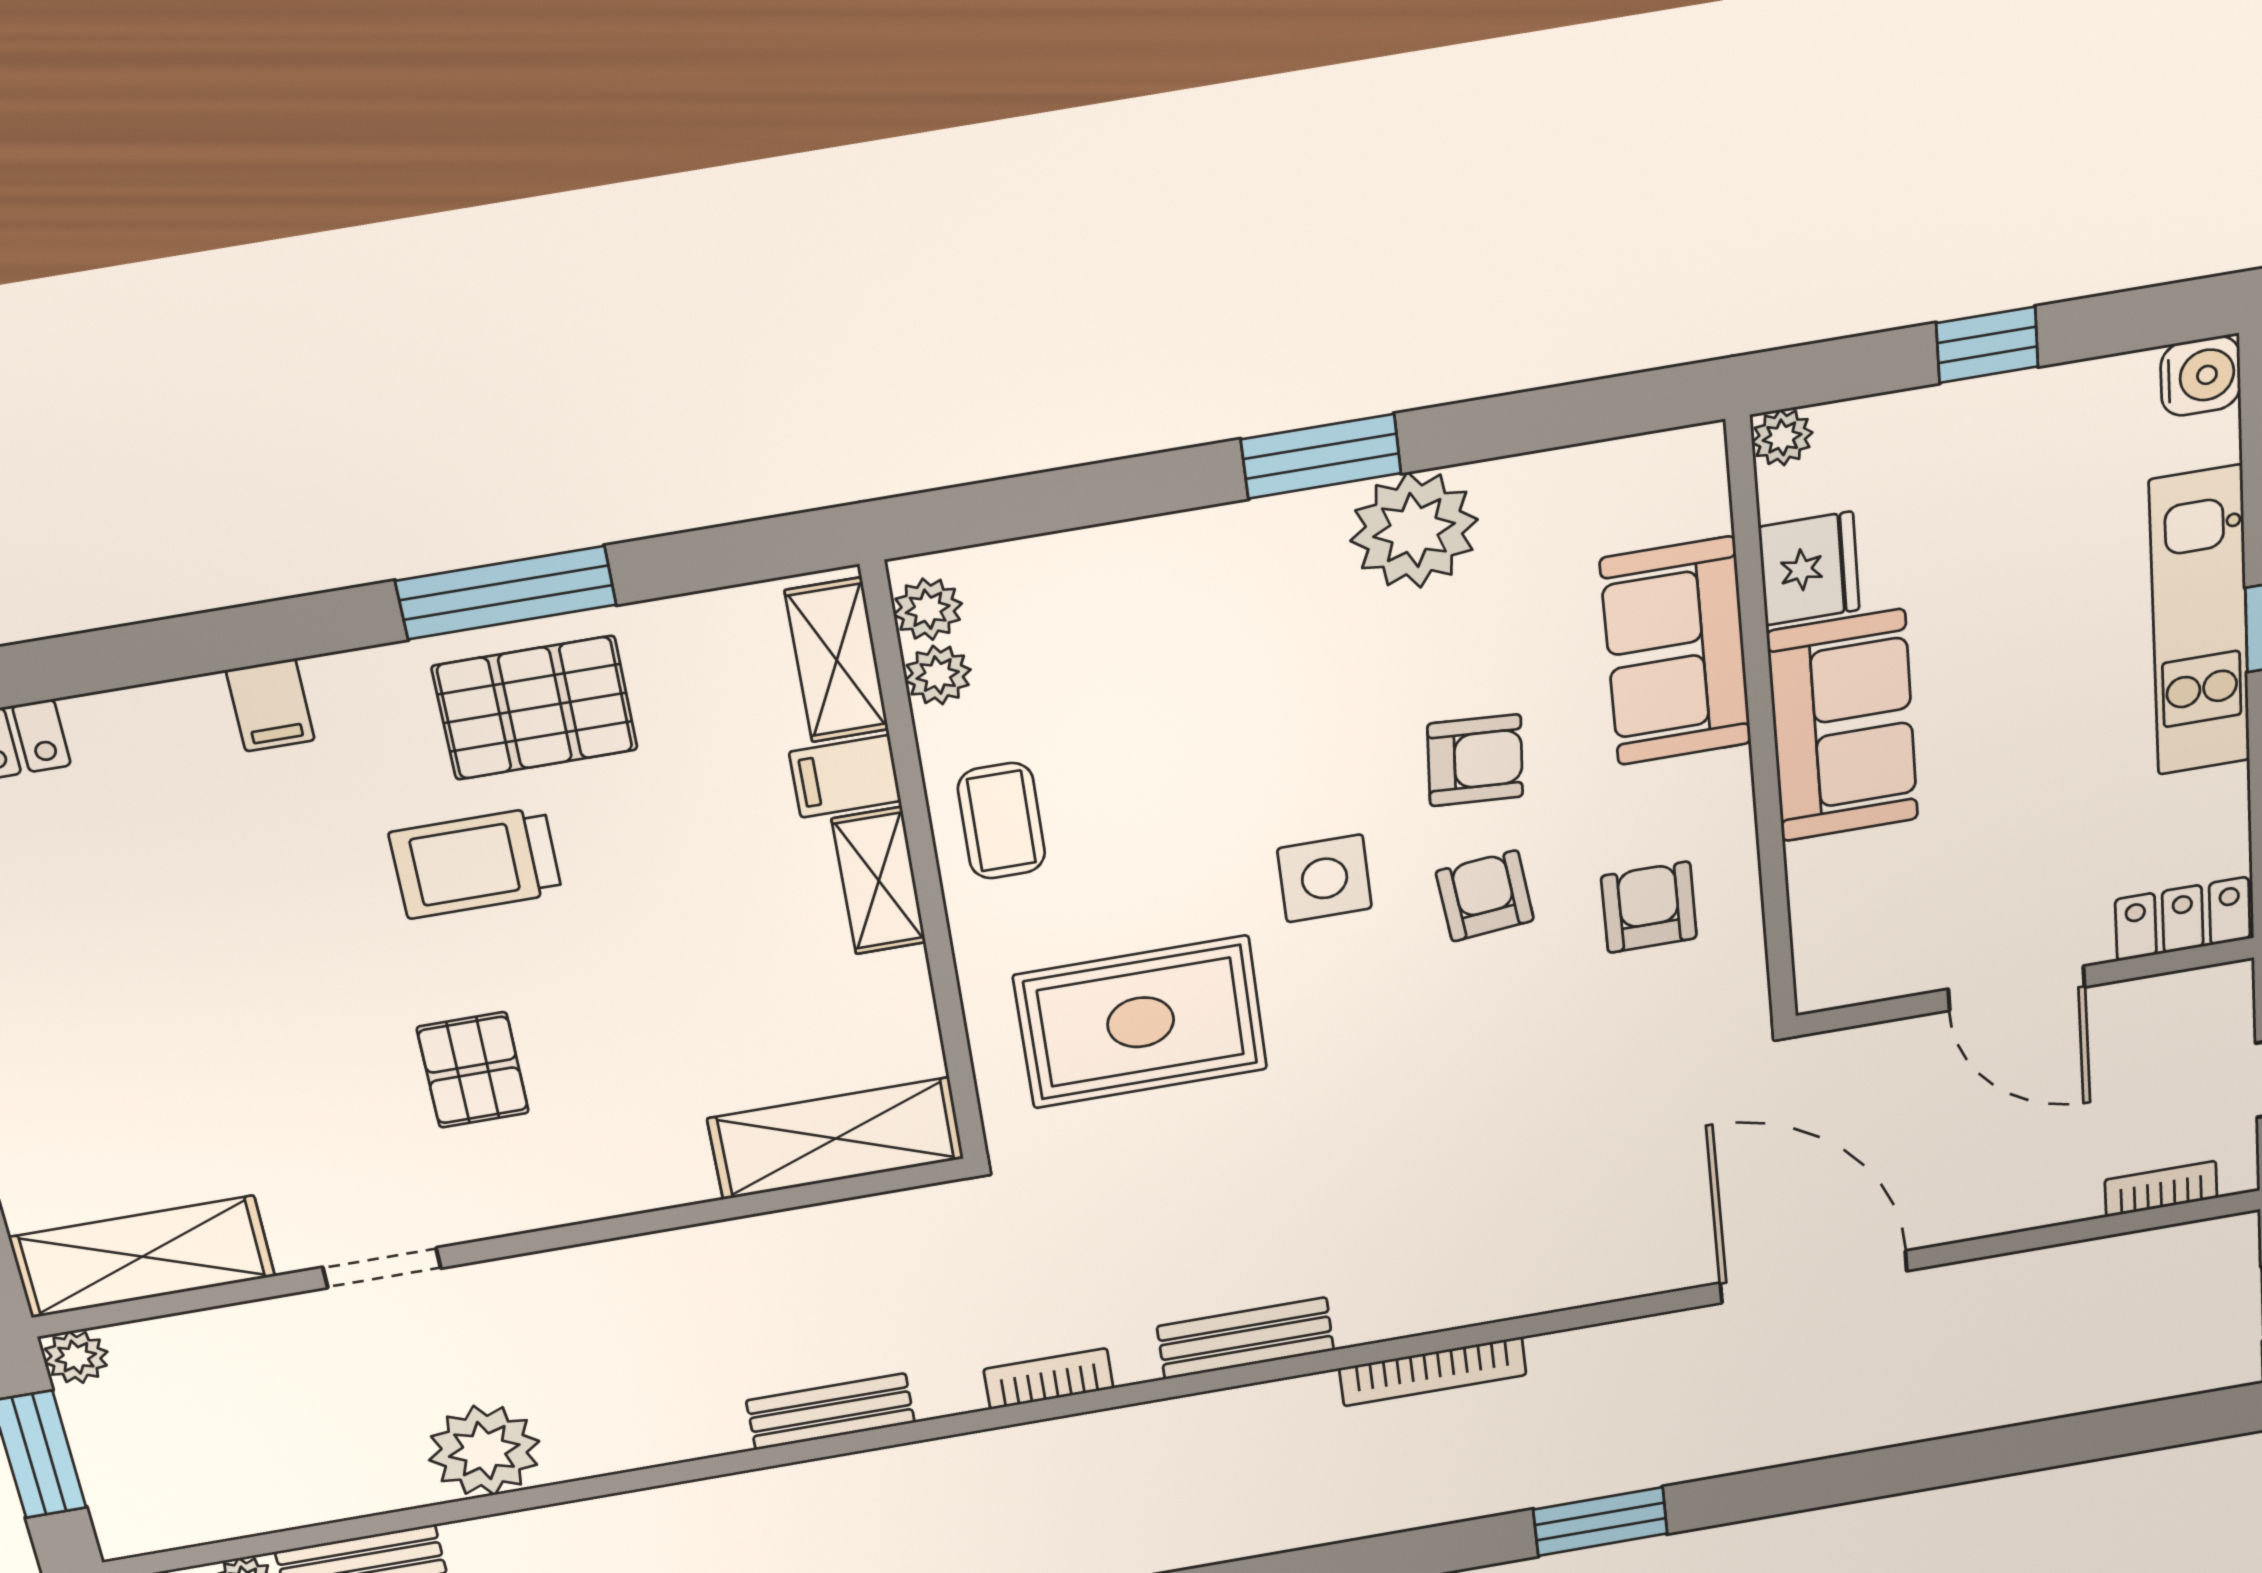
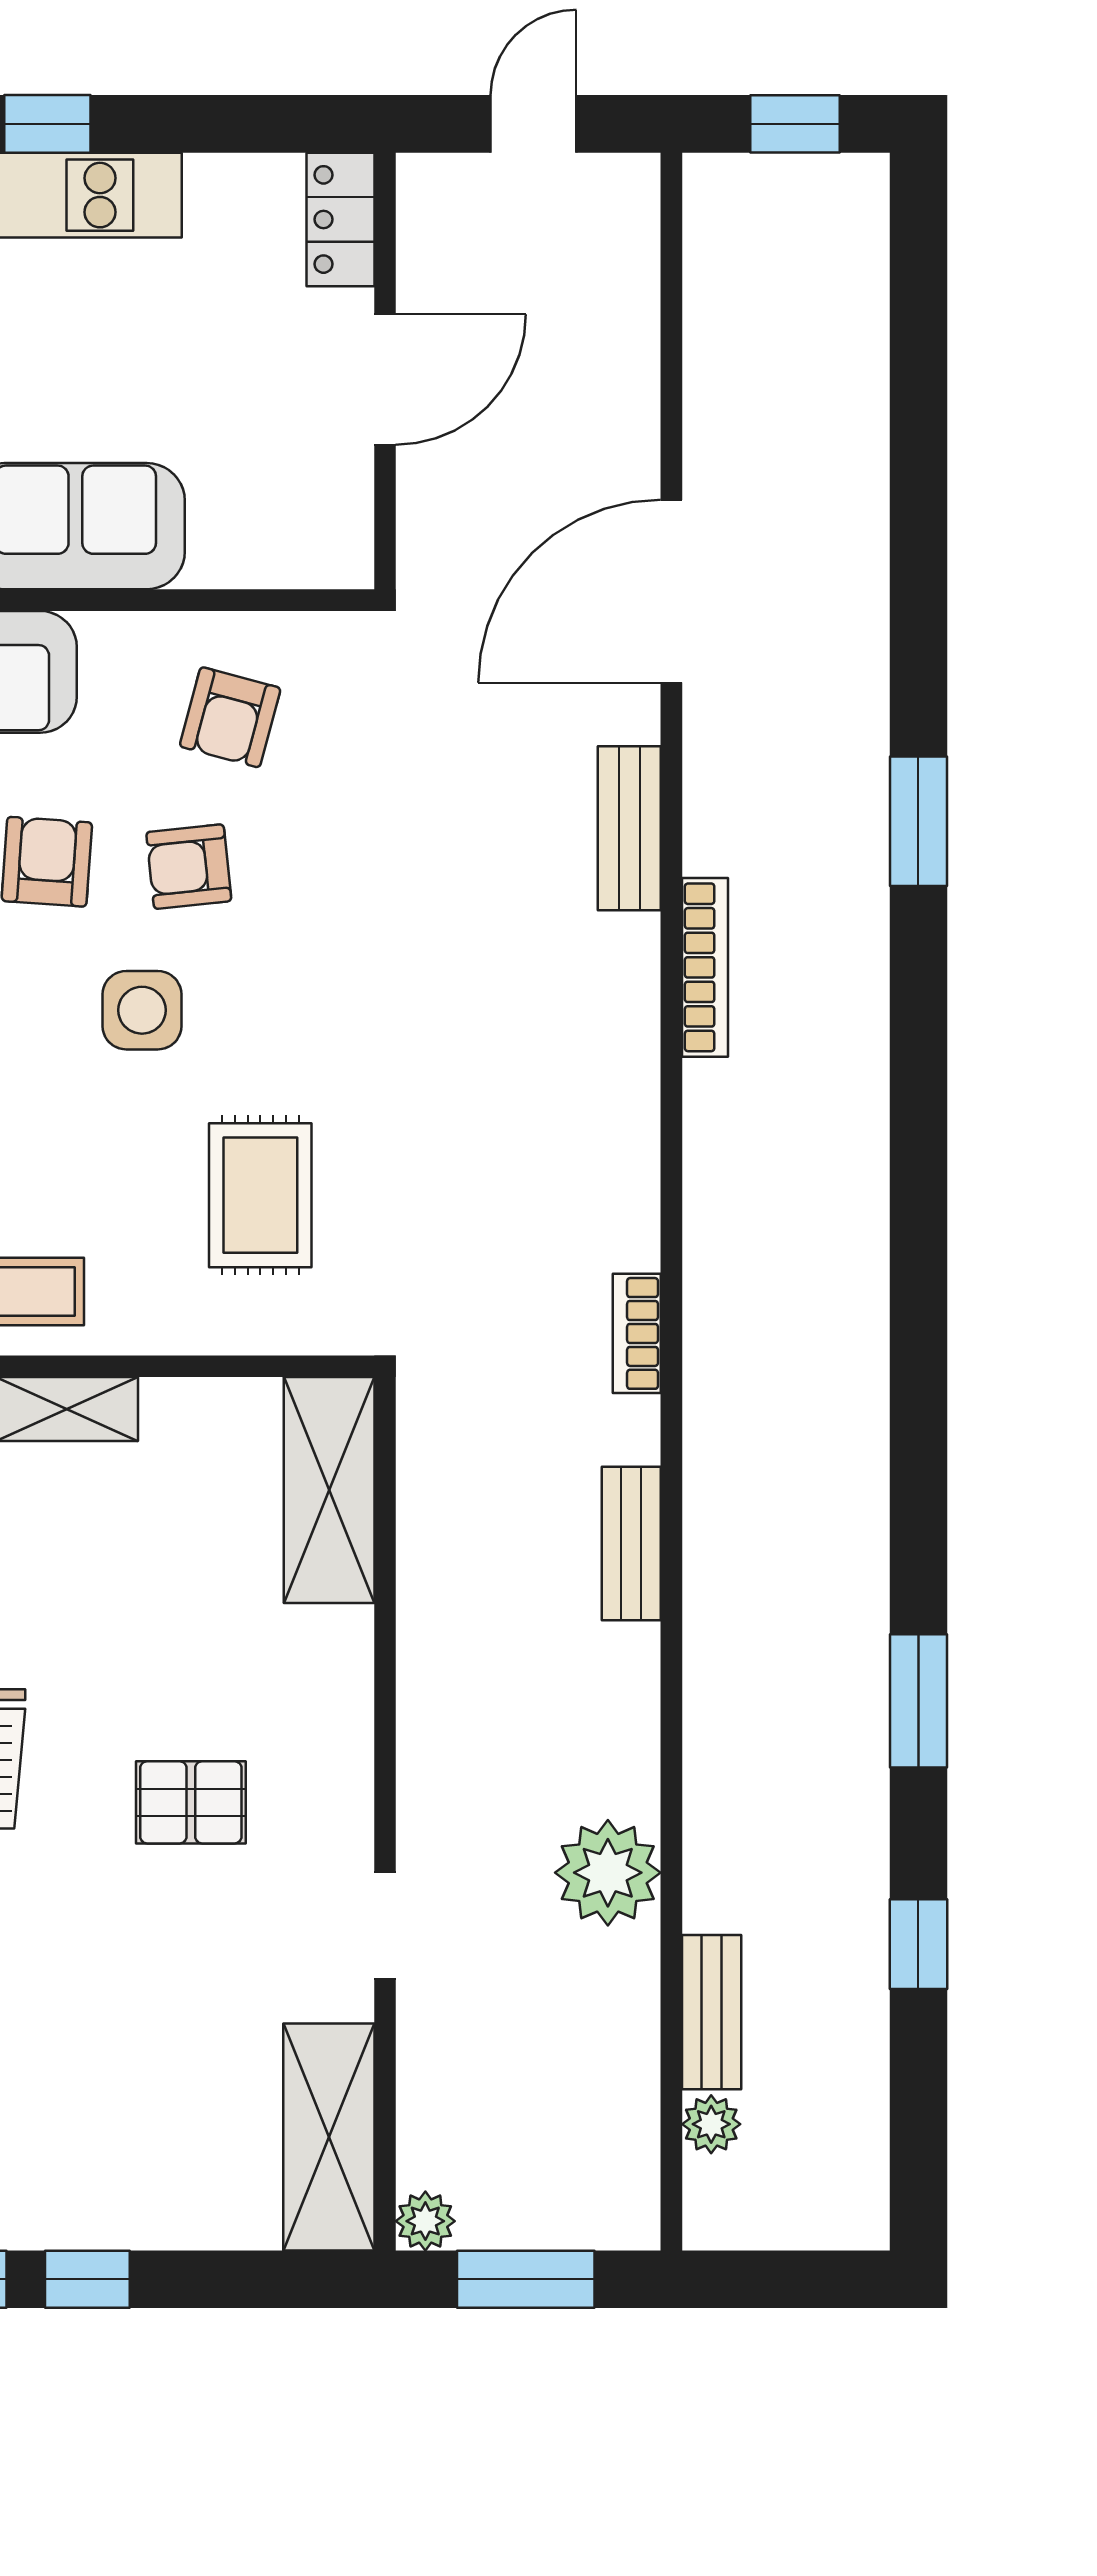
armchair: (1649, 907) -> (230, 717), turned -75
rug: (1141, 1022) -> (260, 1195), width x0.73, depth x0.70
bookcase: (2161, 1189) -> (639, 249), removed
bench: (1246, 1338) -> (629, 828), moved

